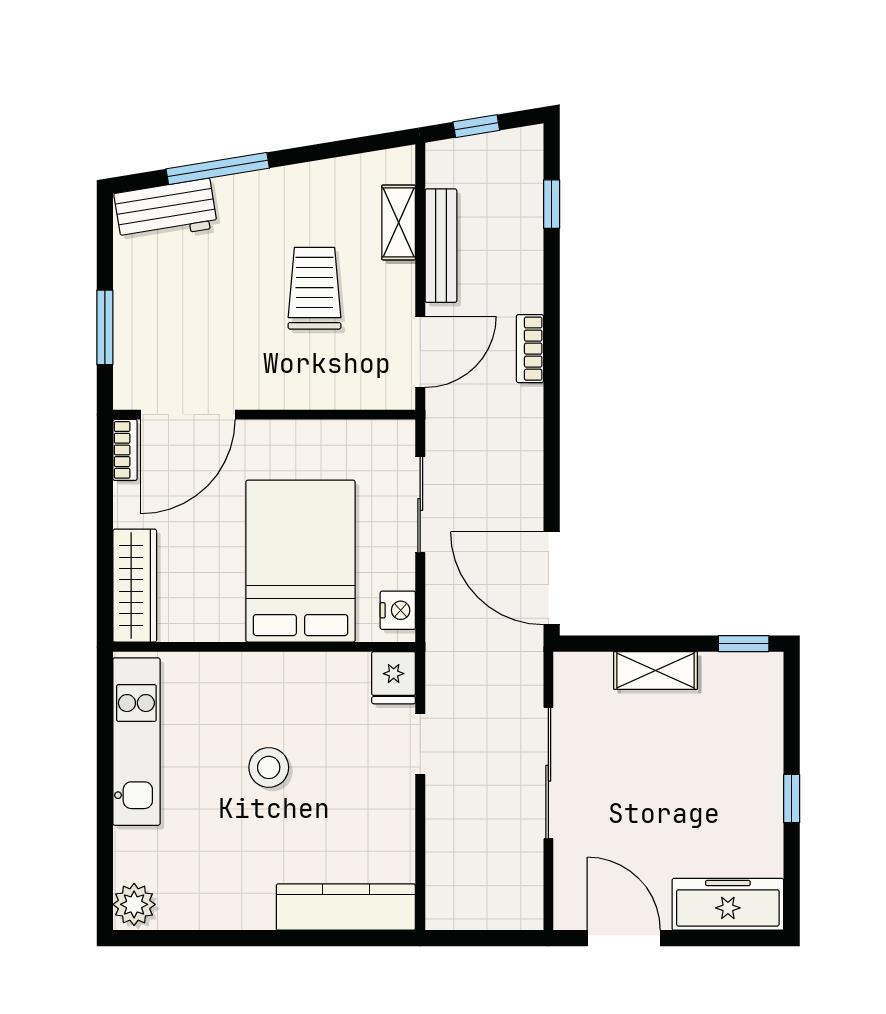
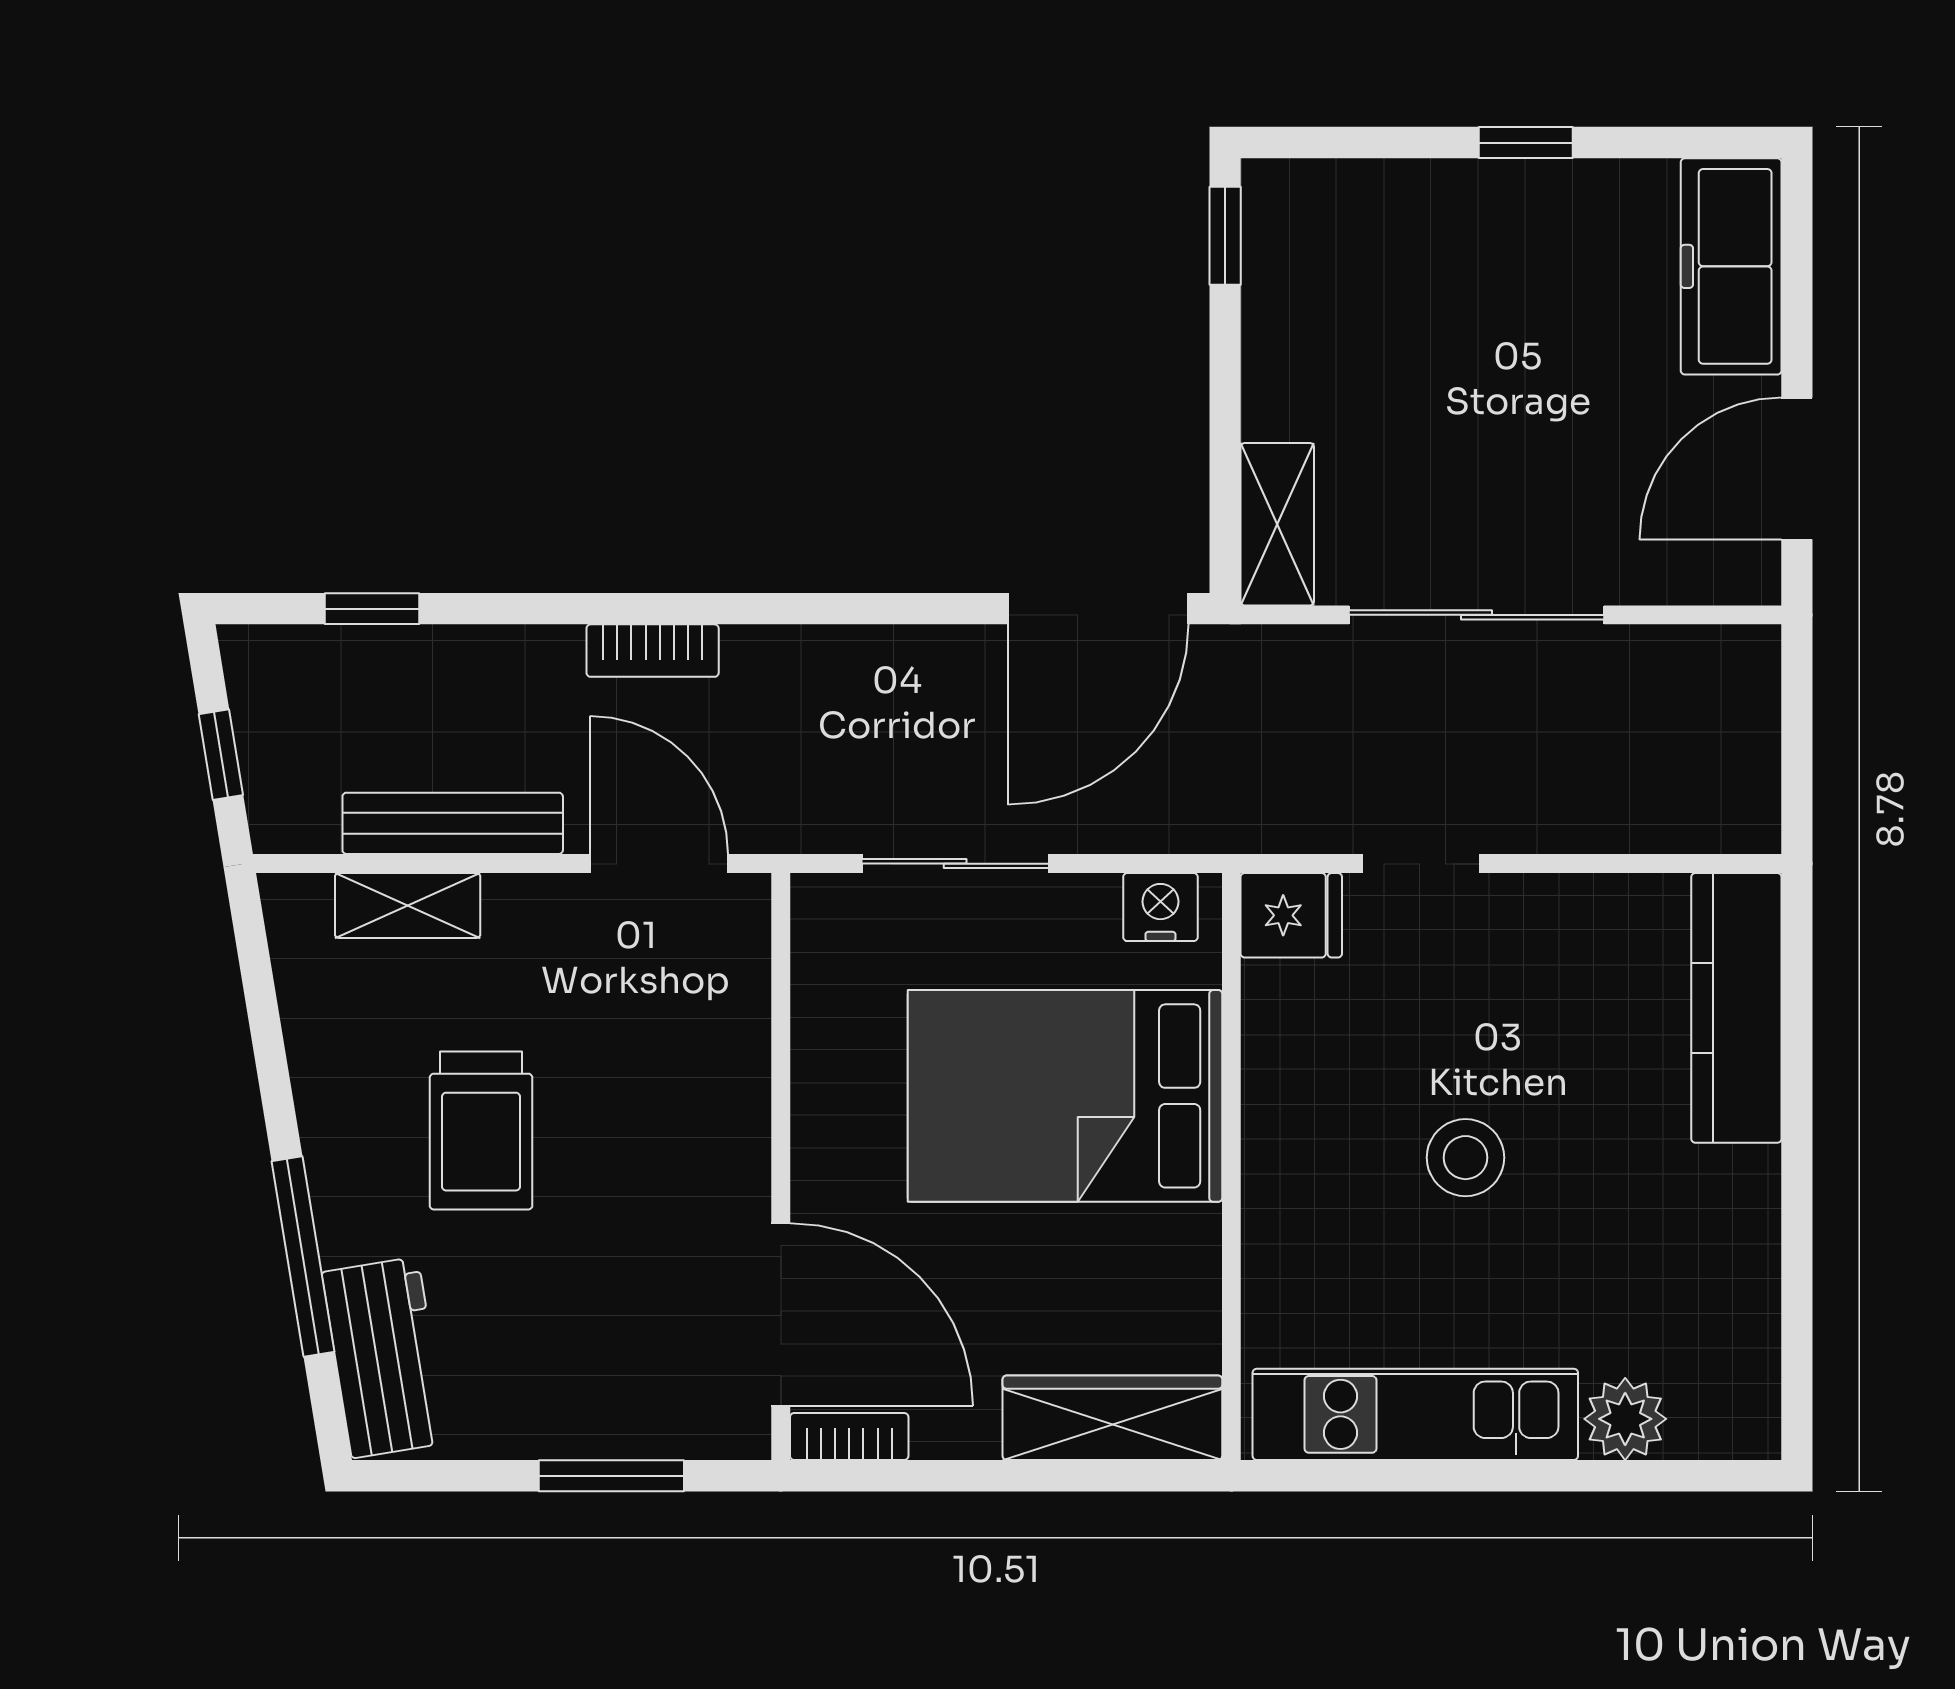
trolley: (314, 288) -> (481, 1131), moved, turned -90
shelving: (656, 670) -> (1277, 524), moved
plant: (134, 904) -> (1625, 1419), moved

